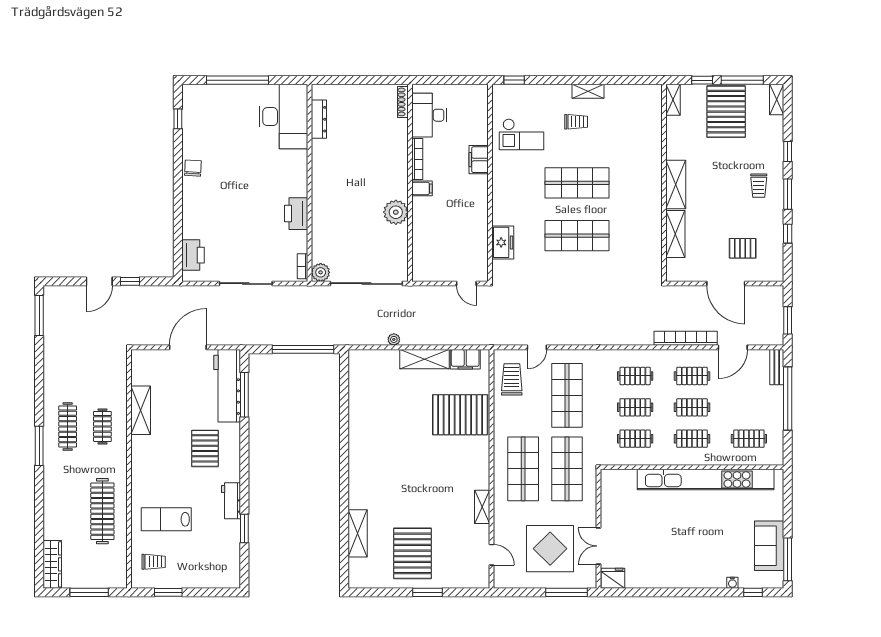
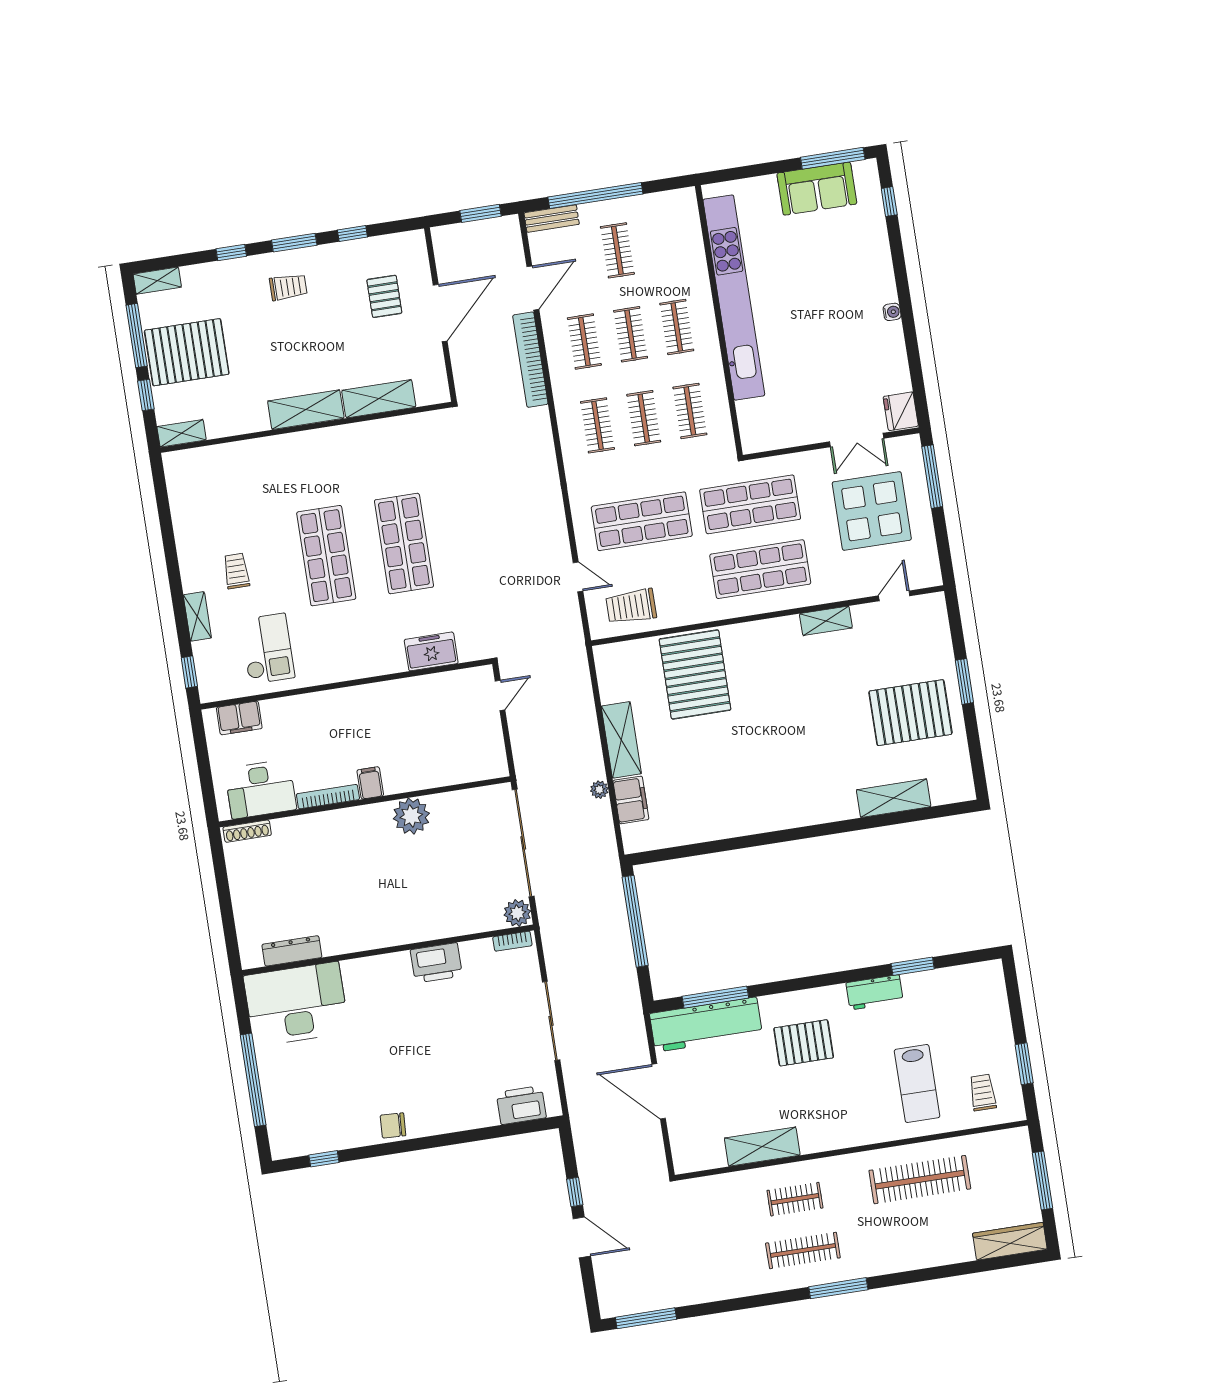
shelving: (588, 91) -> (197, 616), moved
filing cabinet: (479, 160) -> (239, 718), moved
door: (733, 347) -> (533, 288), hinge flipped
filing cabinet: (465, 359) -> (631, 800), moved
clothes rail: (749, 439) -> (617, 250), moved
water cooler: (732, 583) -> (892, 312), moved

